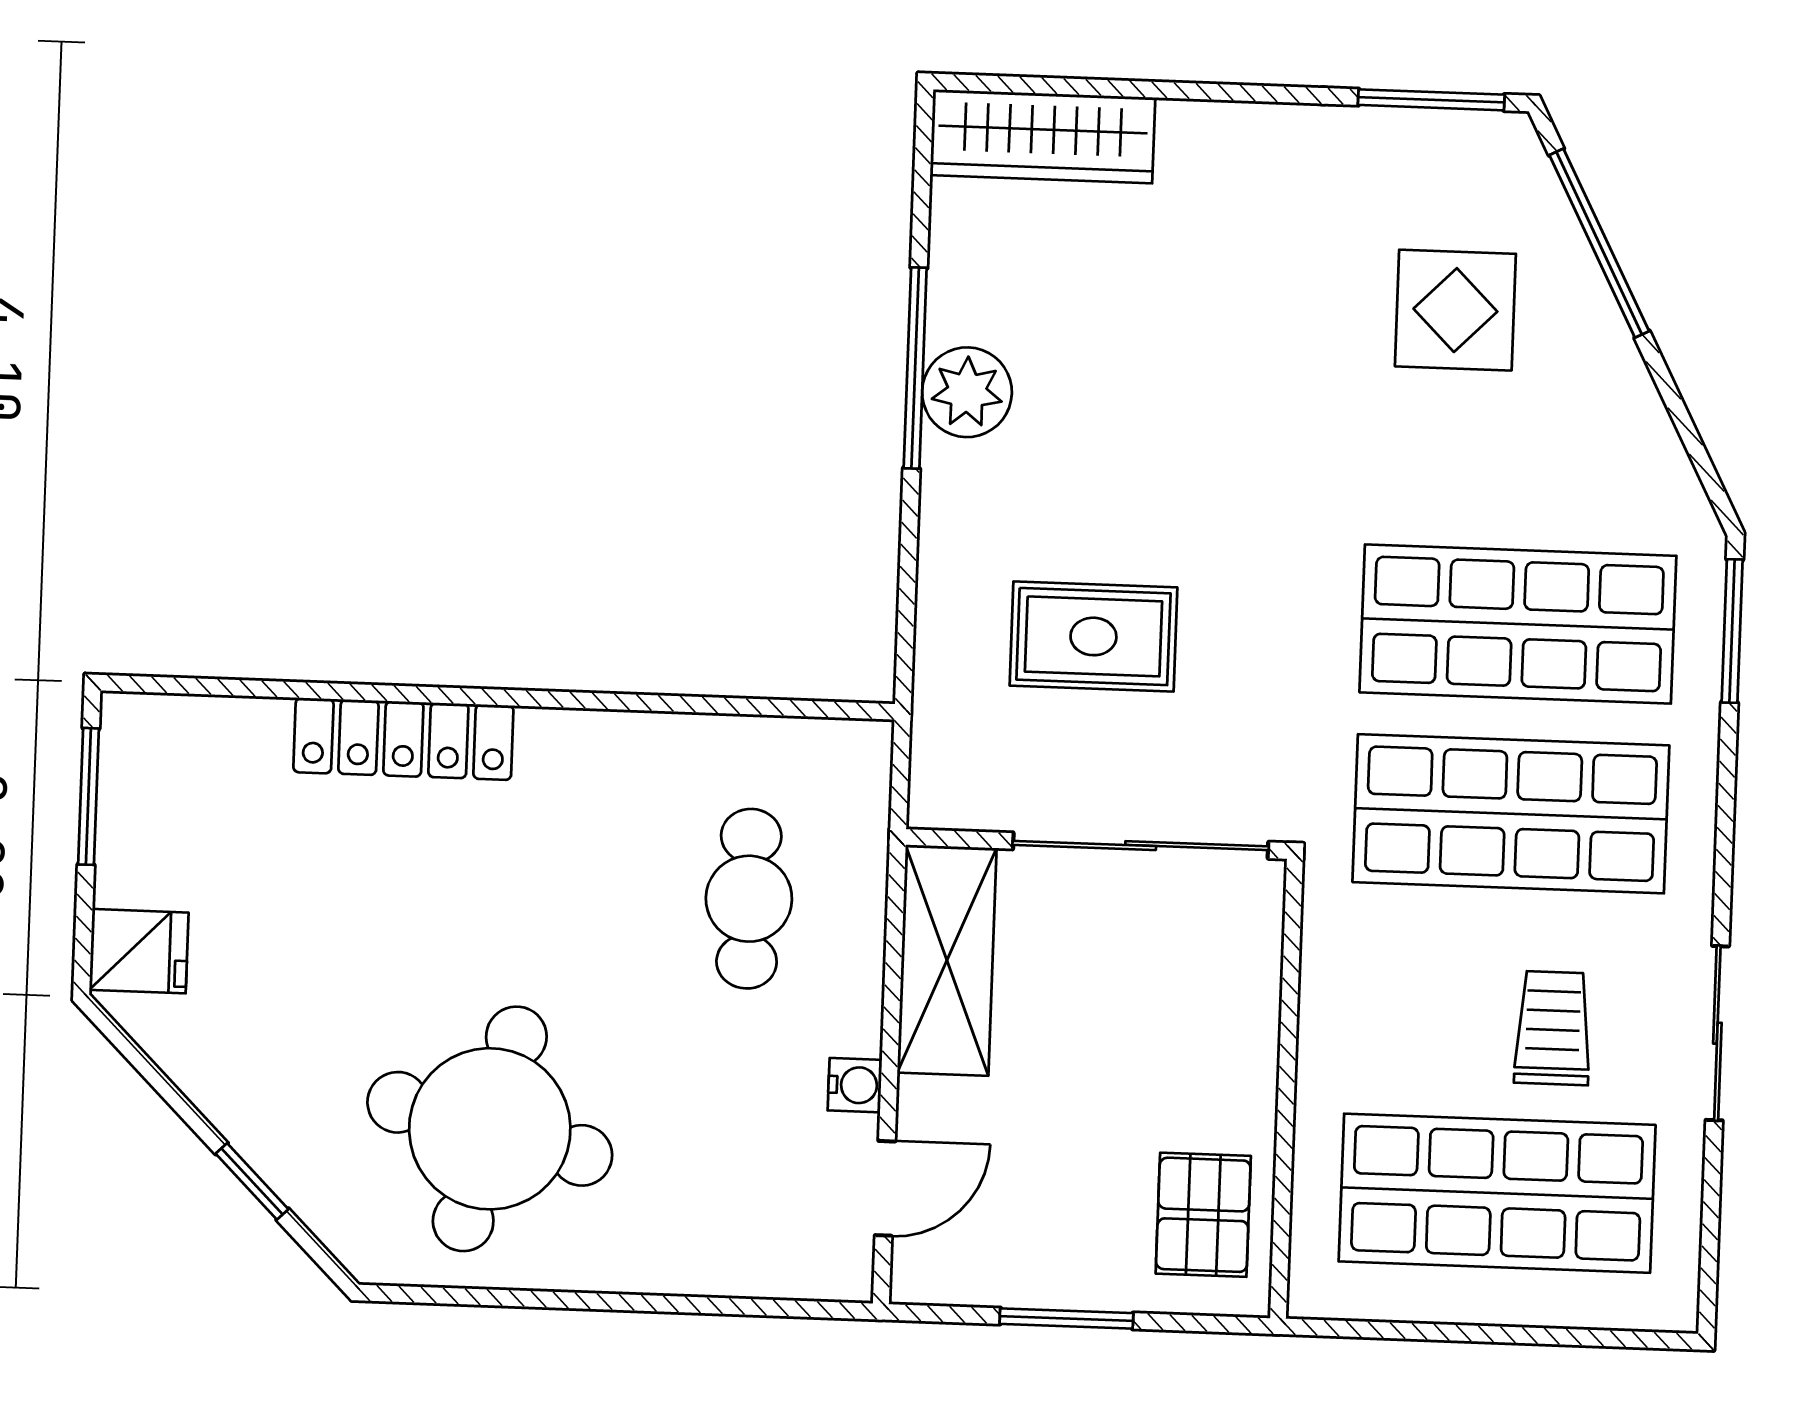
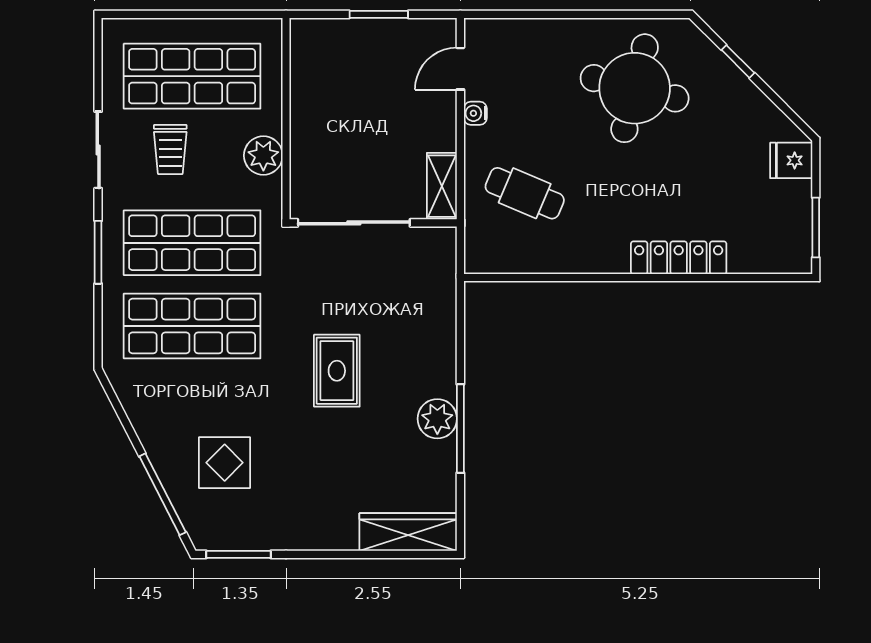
window: (1732, 631) -> (98, 252), moved
rug: (1093, 636) -> (337, 371), moved, turned 90
cafe table: (749, 899) -> (525, 193), turned -67
shelving: (947, 960) -> (442, 186), width x0.67, depth x0.75
plant: (1341, 1007) -> (263, 156), added
pallet: (1203, 1215) -> (320, 62), removed

